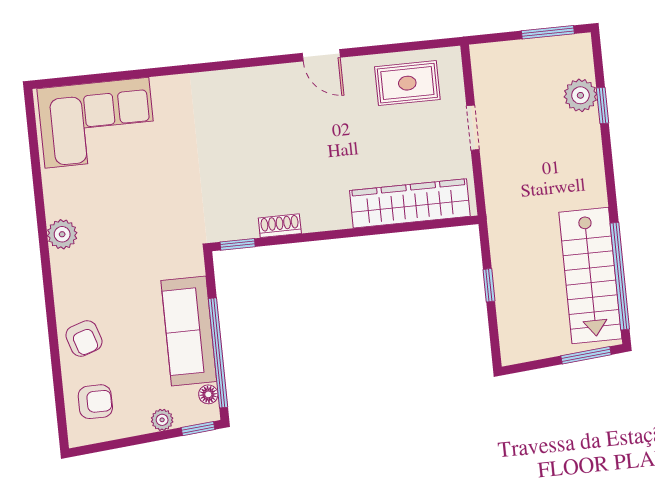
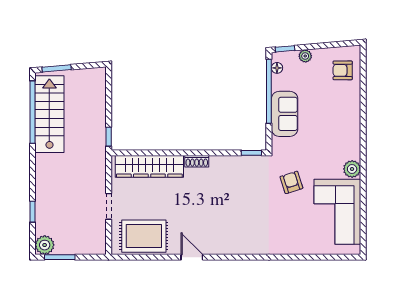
rug: (407, 83) -> (144, 236), width x1.36, depth x1.43
plant: (580, 95) -> (45, 245), moved
corner sofa: (97, 123) -> (337, 212), moved, turned -90
shoe rack: (280, 226) -> (197, 161), moved
window: (489, 285) -> (109, 137), moved
sofa: (189, 331) -> (285, 114), width x0.73
armchair: (84, 338) -> (291, 182), moved

